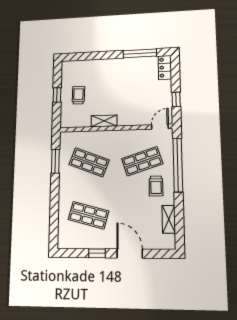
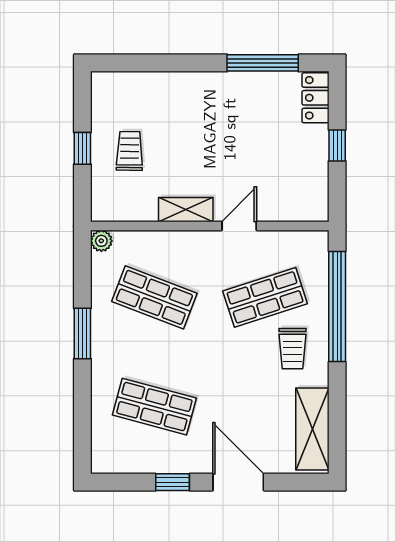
window: (176, 99) -> (337, 145), moved
door: (160, 127) -> (239, 226), moved
plant: (65, 137) -> (101, 241), added
window: (55, 161) -> (82, 334), moved
shelving: (169, 219) -> (312, 429), width x1.50, depth x1.33

